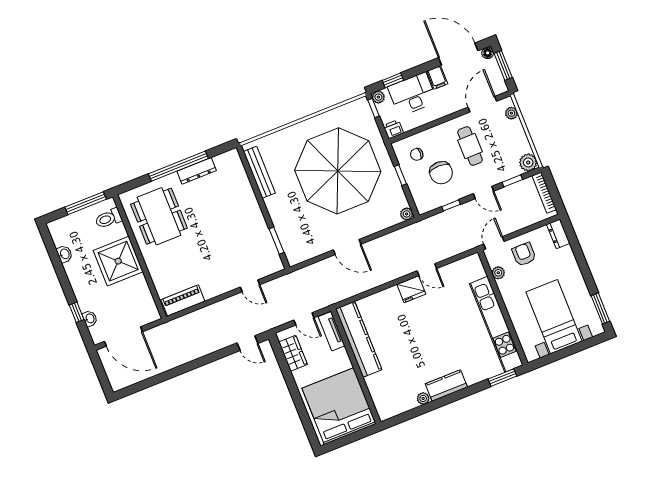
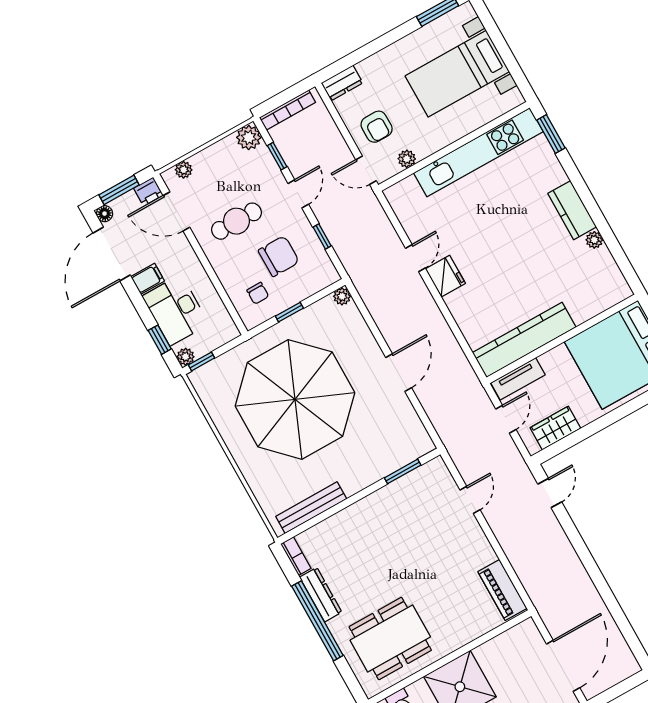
printer: (393, 129) -> (148, 192), moved, turned -90
bookcase: (226, 157) -> (296, 556), added
armchair: (524, 254) -> (377, 127), turned -90

